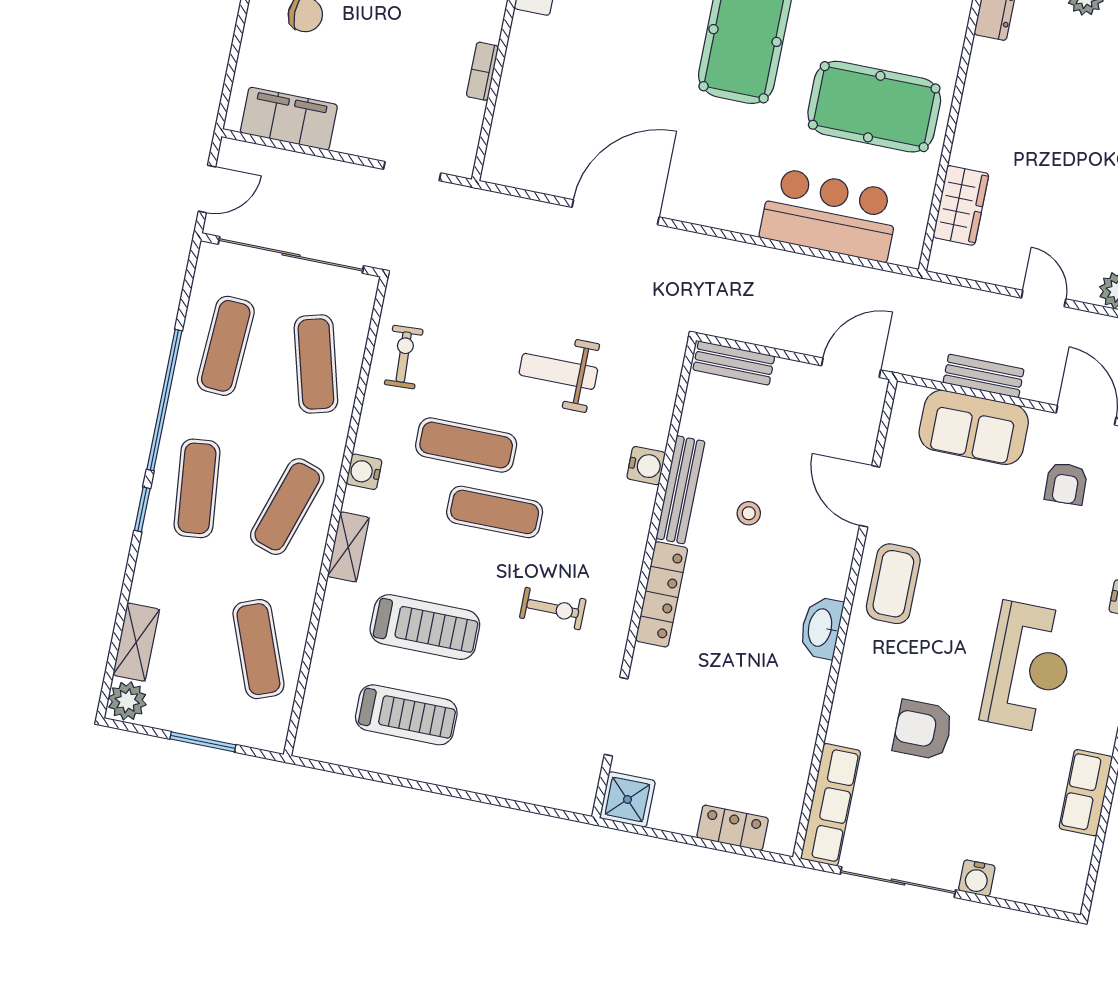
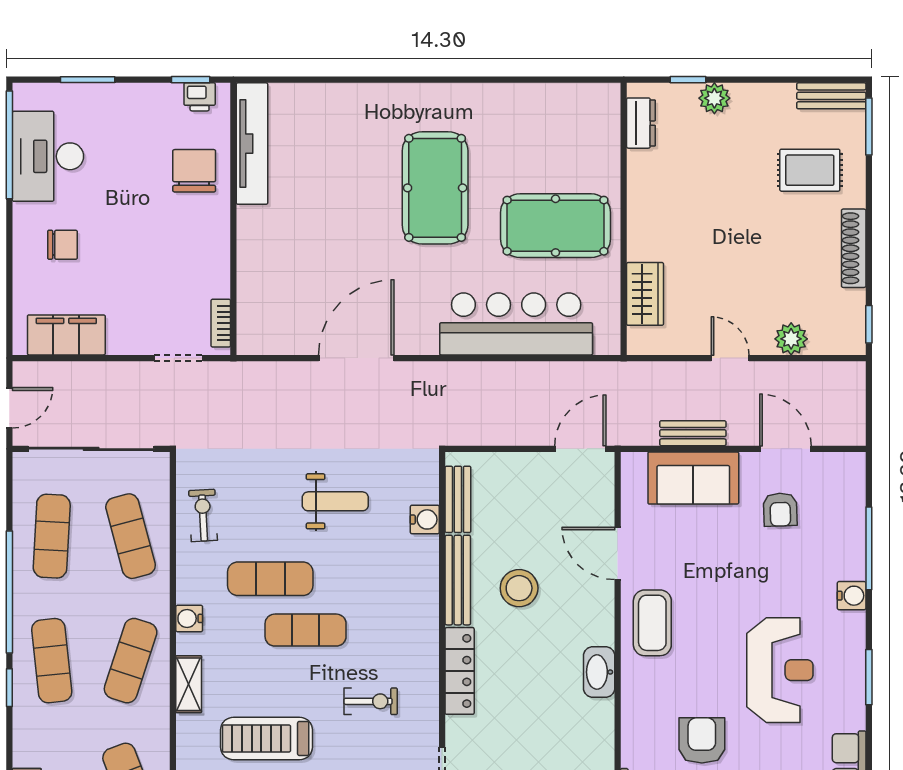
bookcase: (482, 71) -> (221, 323), moved
bar counter: (830, 215) -> (516, 324), width x1.36
bench: (734, 363) -> (458, 499), moved, turned 90
weight bench: (558, 371) -> (335, 501), turned 180
water cooler: (646, 466) -> (425, 519), moved
stool: (749, 513) -> (519, 588), width x1.89, depth x1.89
treadmill: (425, 627) -> (267, 738), turned 180
armchair: (923, 730) -> (702, 740), turned 90

